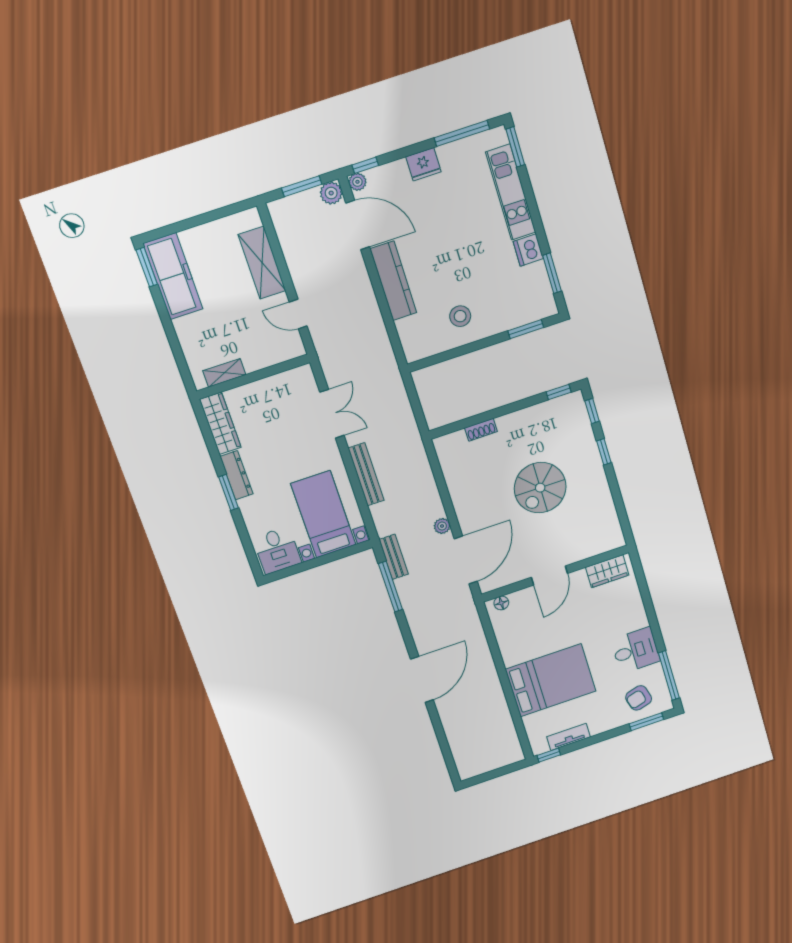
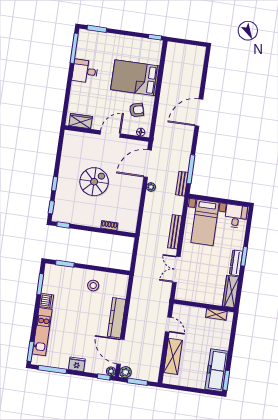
armchair: (639, 698) -> (137, 110), moved
tv unit: (568, 737) -> (140, 42), removed

